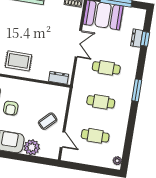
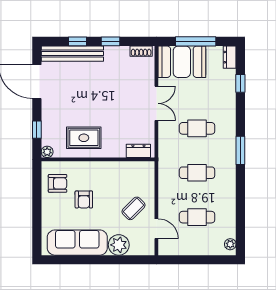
dresser: (137, 38) -> (230, 57), moved

